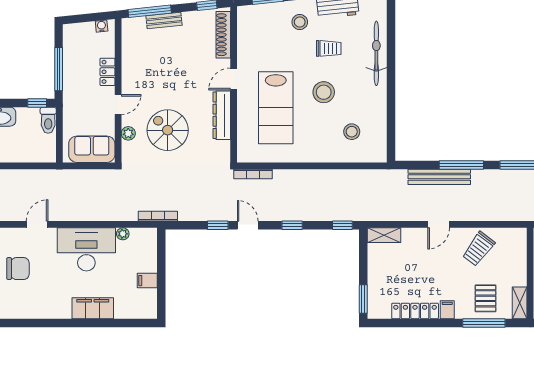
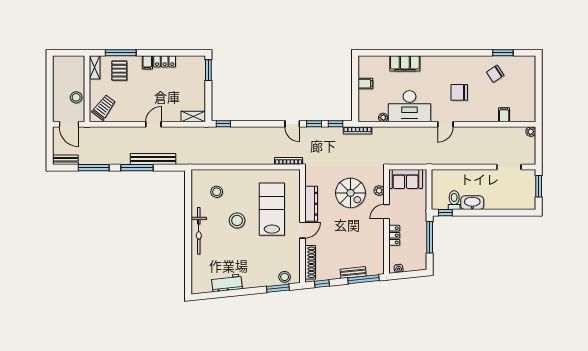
stool: (300, 22) -> (285, 277), moved
trolley: (329, 48) -> (233, 252), removed
bicycle: (376, 53) -> (199, 231), moved
toilet: (48, 120) -> (454, 200), moved
window: (292, 225) -> (336, 124), moved
trolley: (478, 249) -> (104, 107), moved
locker: (415, 311) -> (165, 61), width x0.66

